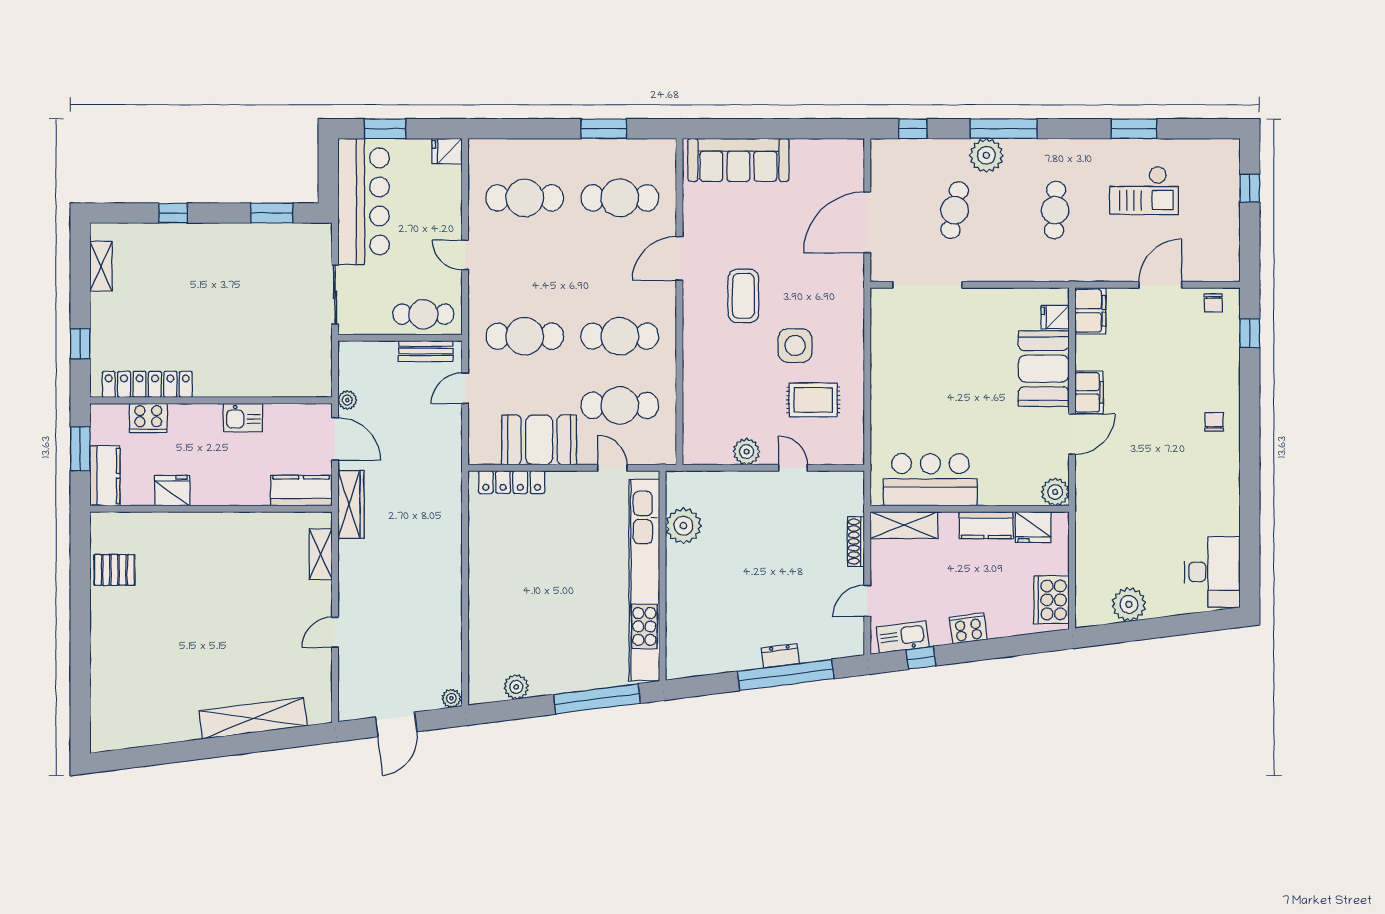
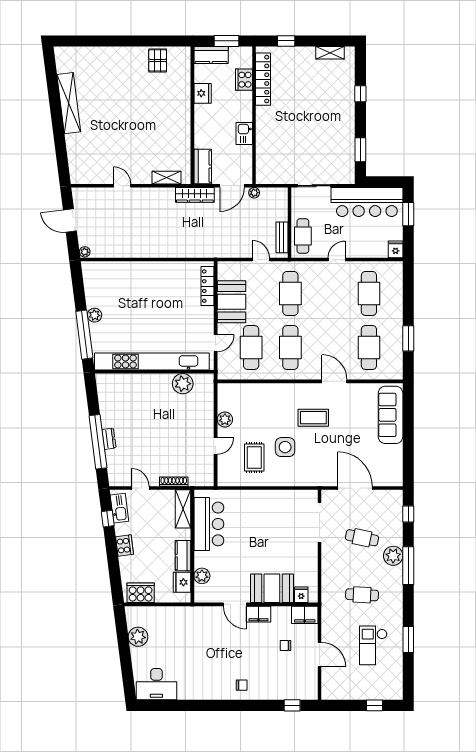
chair: (1213, 303) -> (285, 646), moved
plant: (1055, 492) -> (202, 576), moved
plant: (516, 687) -> (95, 315), moved
shelving: (253, 718) -> (69, 103), moved

